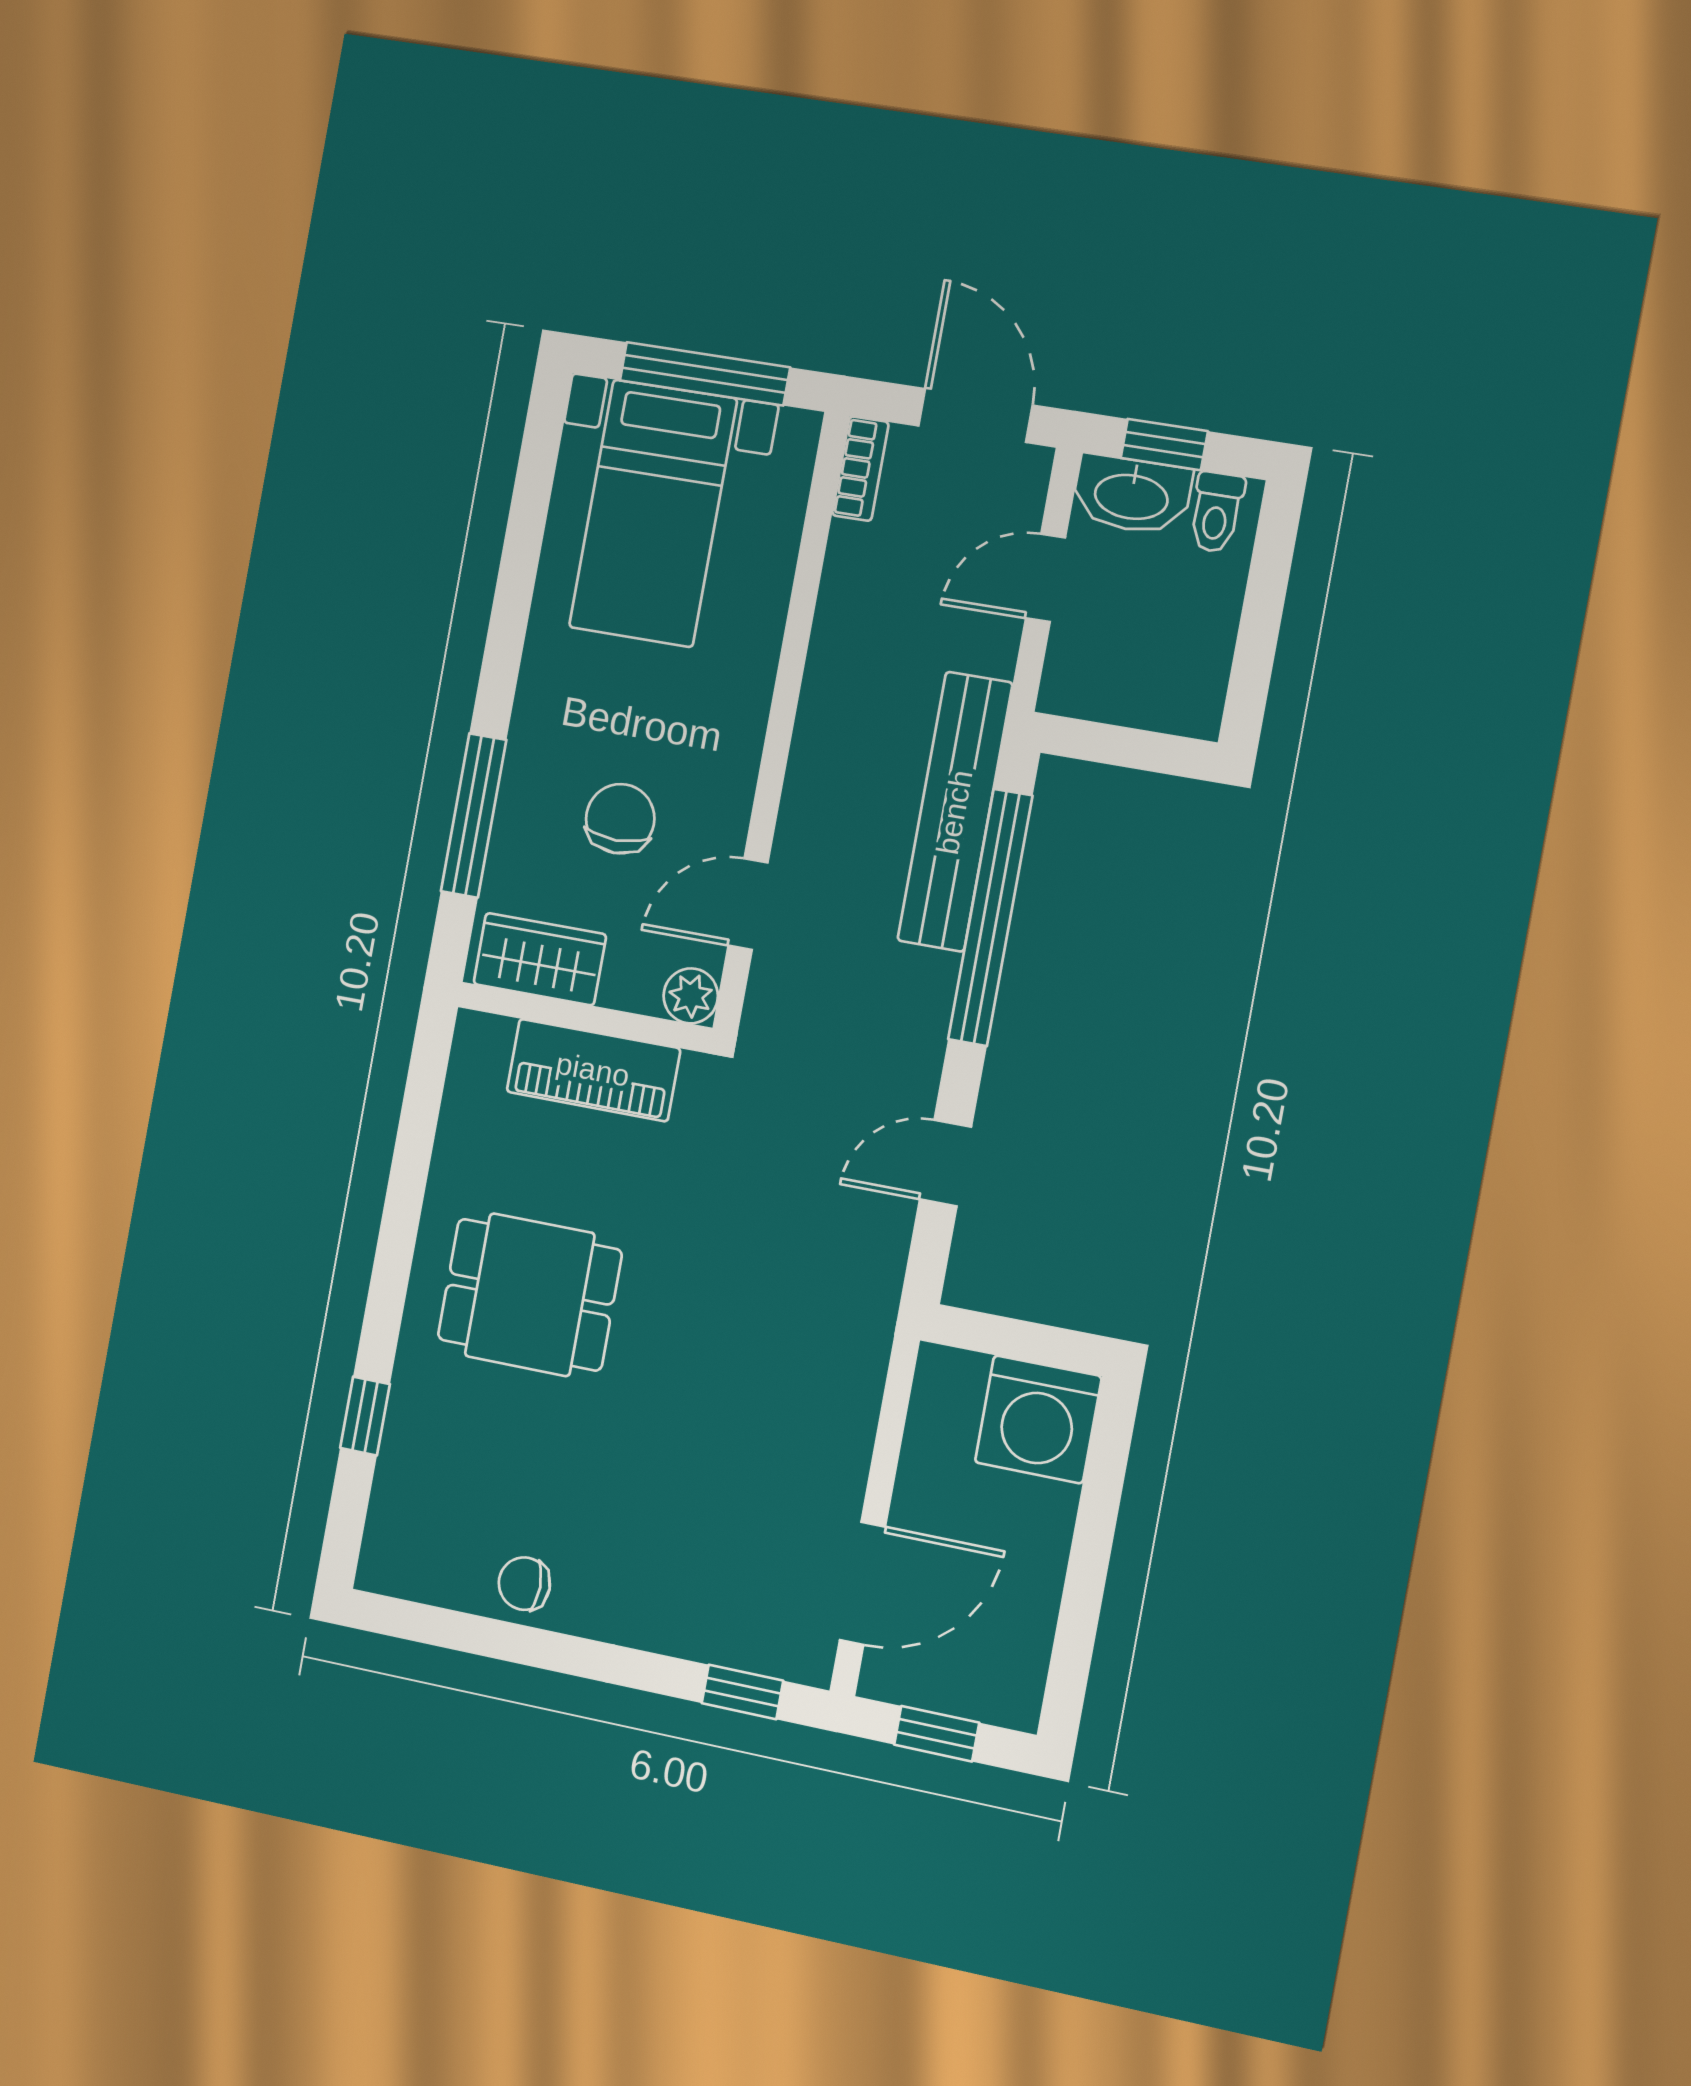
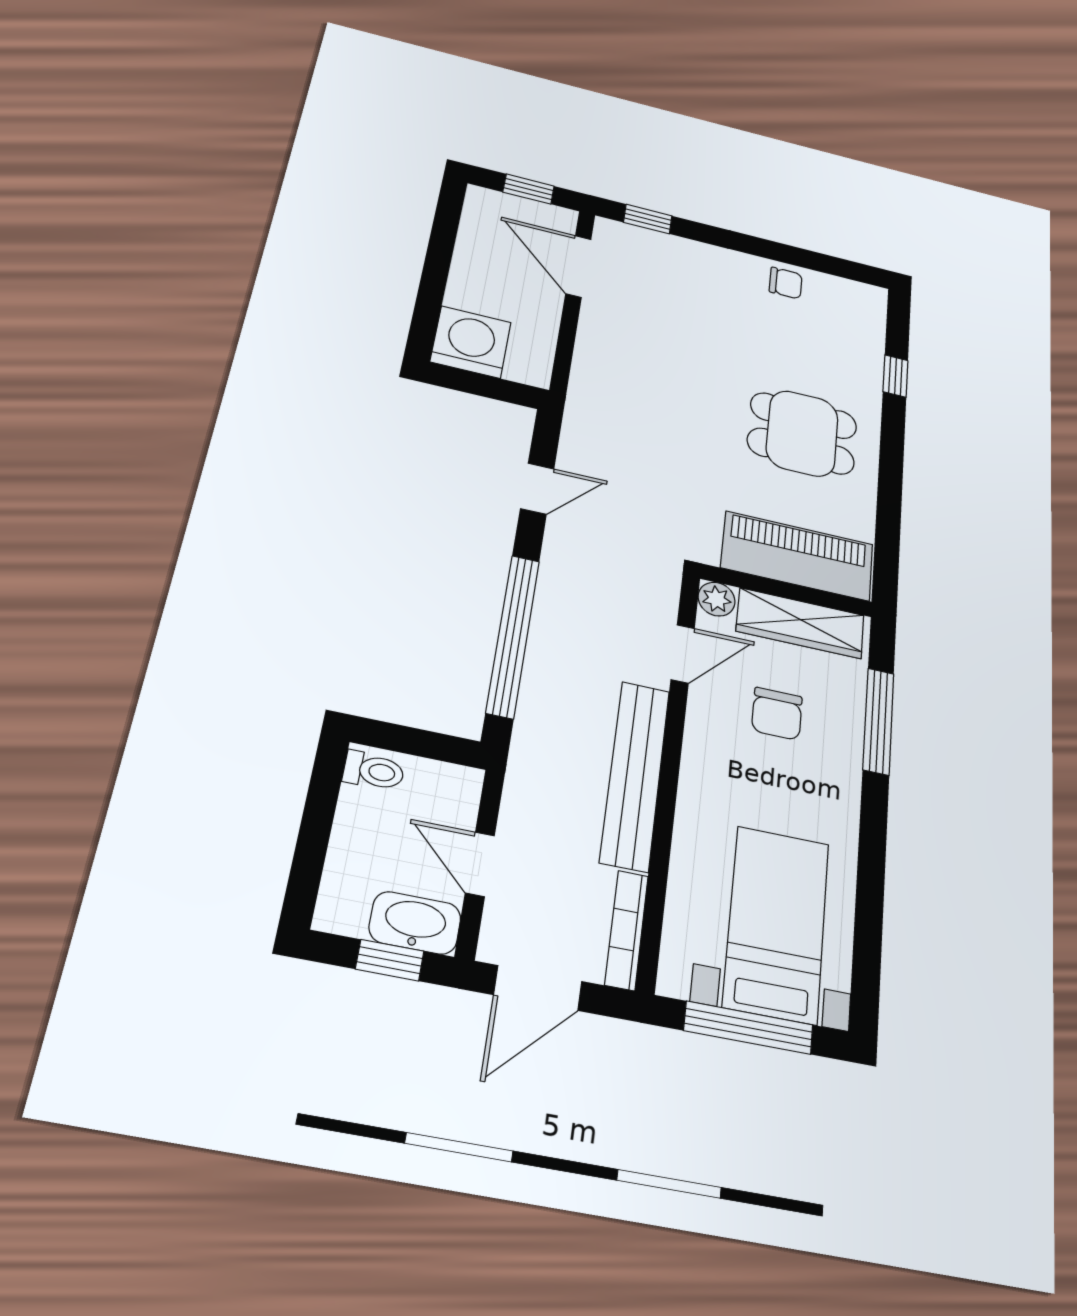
door: (975, 415) -> (538, 988), hinge flipped
bookcase: (860, 469) -> (627, 930), width x1.56
toilet: (1216, 512) -> (374, 771), moved, turned 90
door: (1045, 578) -> (480, 864), swing flipped
bench: (955, 812) -> (635, 775), moved
wardrobe: (540, 959) -> (800, 623), width x1.50
piano: (593, 1070) -> (797, 556), width x1.37, depth x1.33
door: (862, 1583) -> (578, 266), hinge flipped

